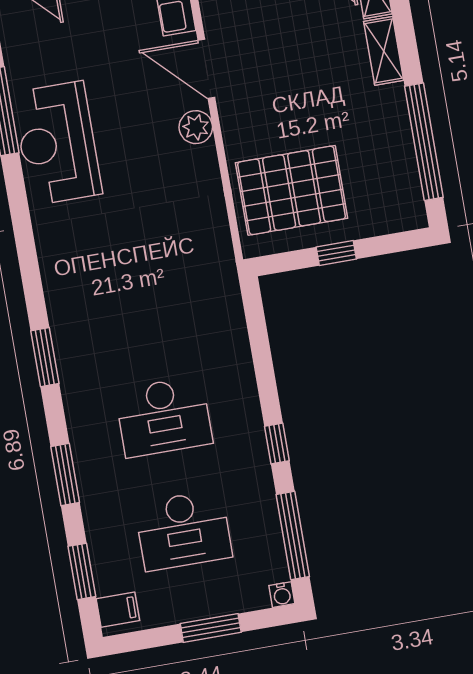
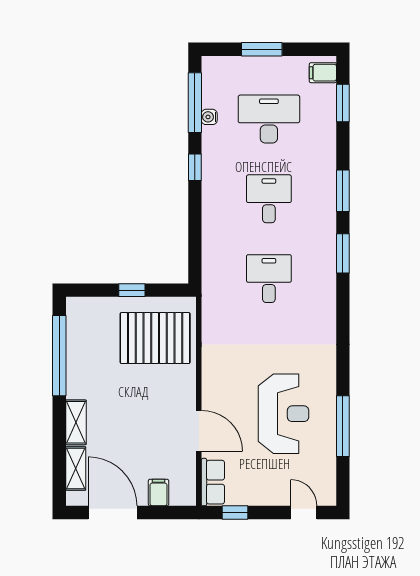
plant: (196, 127) -> (213, 392), removed
reception desk: (57, 143) -> (283, 414), moved
desk: (144, 303) -> (269, 279), added
desk: (164, 417) -> (269, 199), width x0.73
window: (65, 475) -> (343, 191), moved
water cooler: (282, 595) -> (209, 117), moved, turned -90

